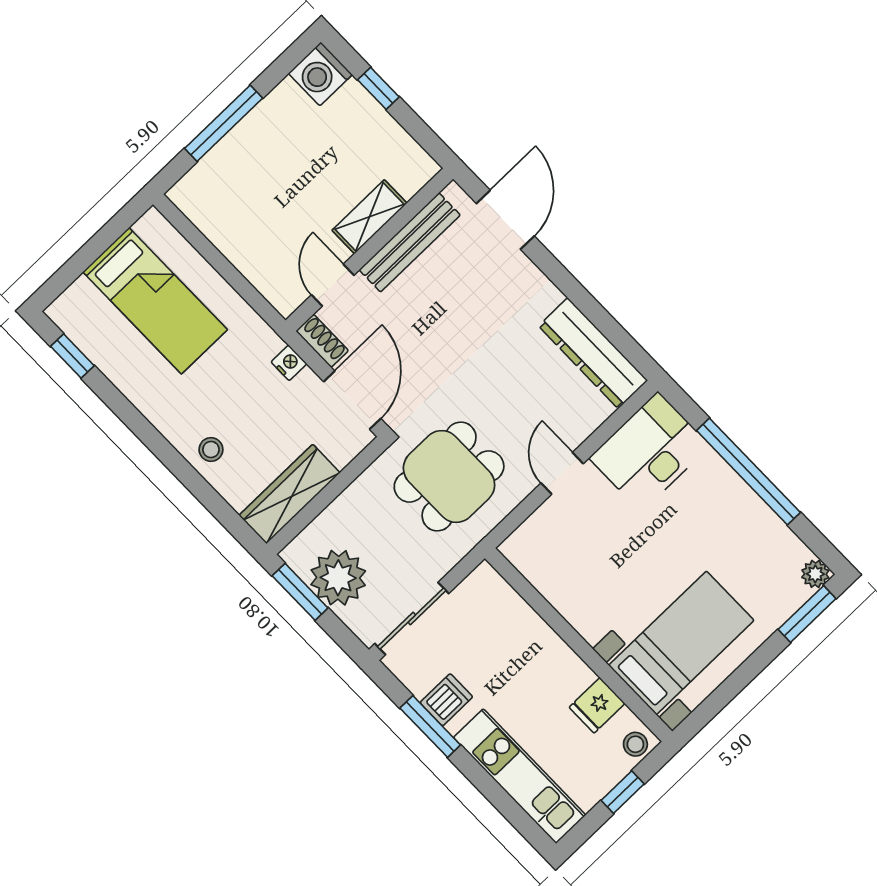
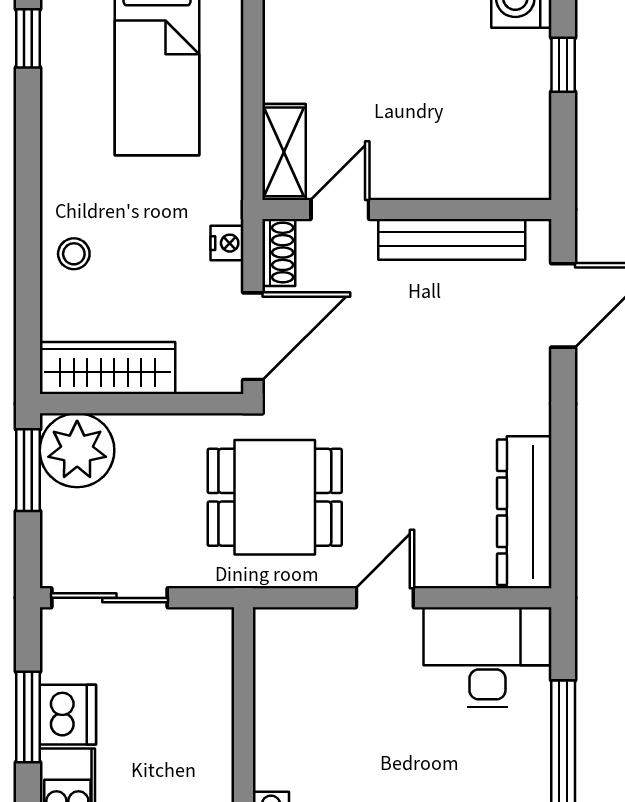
shelving: (369, 217) -> (284, 152), moved, turned 90
plant: (338, 578) -> (77, 450), moved
dishwasher: (446, 700) -> (68, 715), width x1.38

